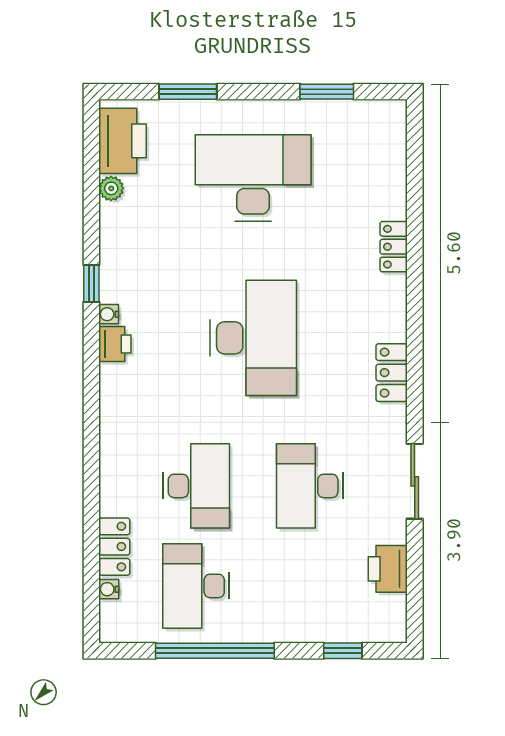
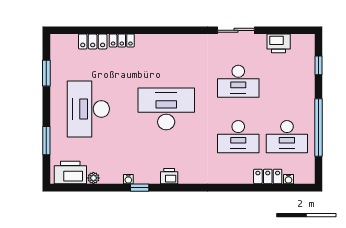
water cooler: (109, 314) -> (128, 179), moved
locker: (392, 373) -> (93, 41), moved
desk: (196, 486) -> (238, 137), turned 180

